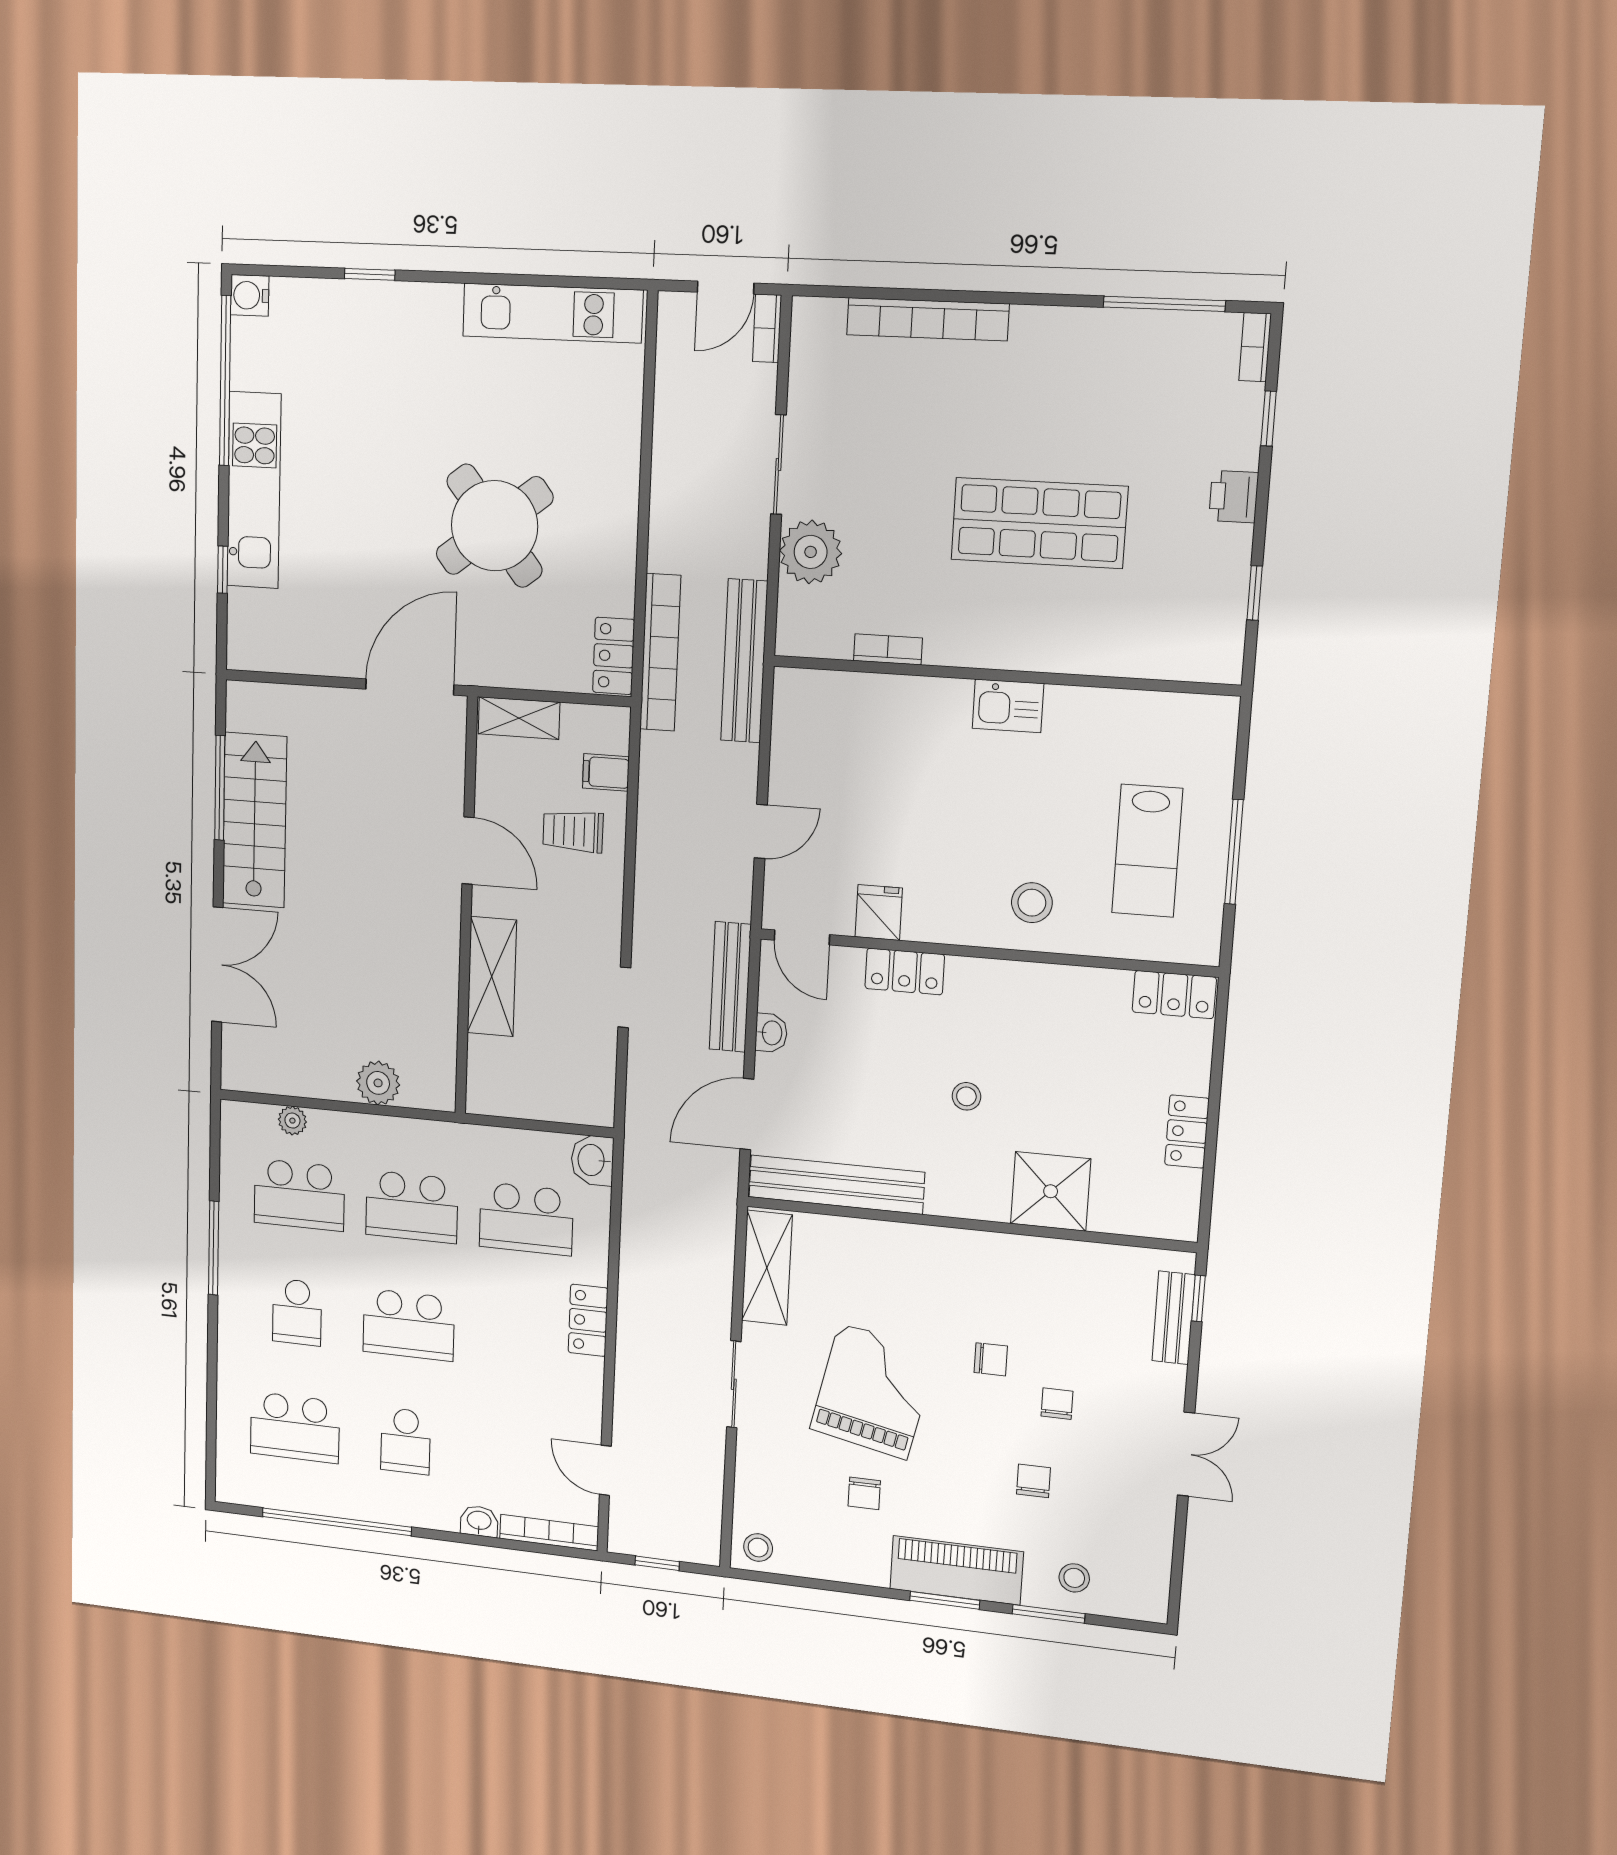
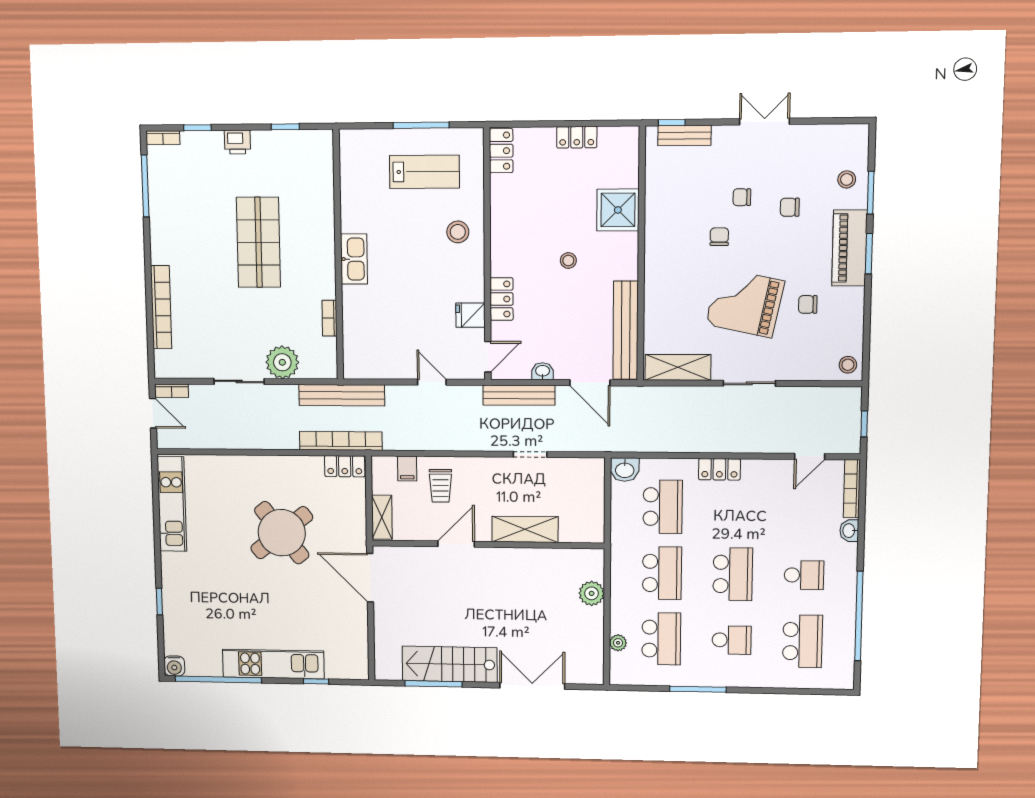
kitchen sink: (1008, 706) -> (354, 259), width x1.38
chair: (864, 1493) -> (808, 304), turned 180

